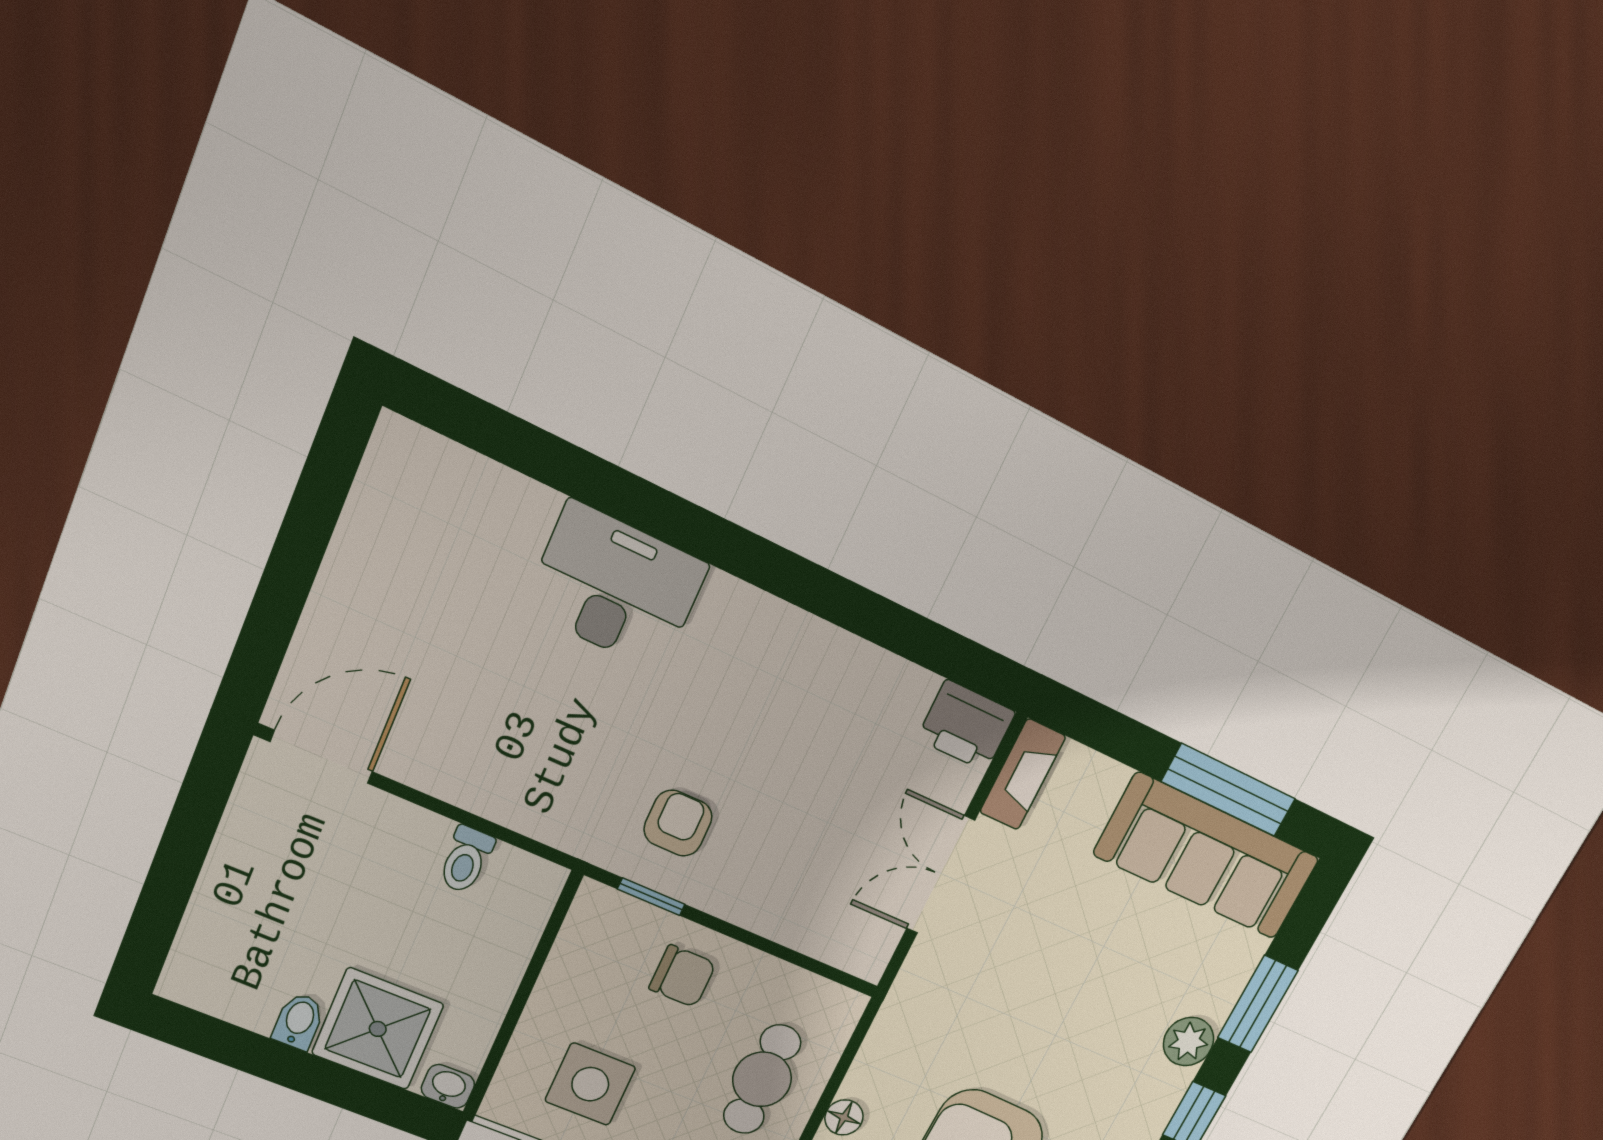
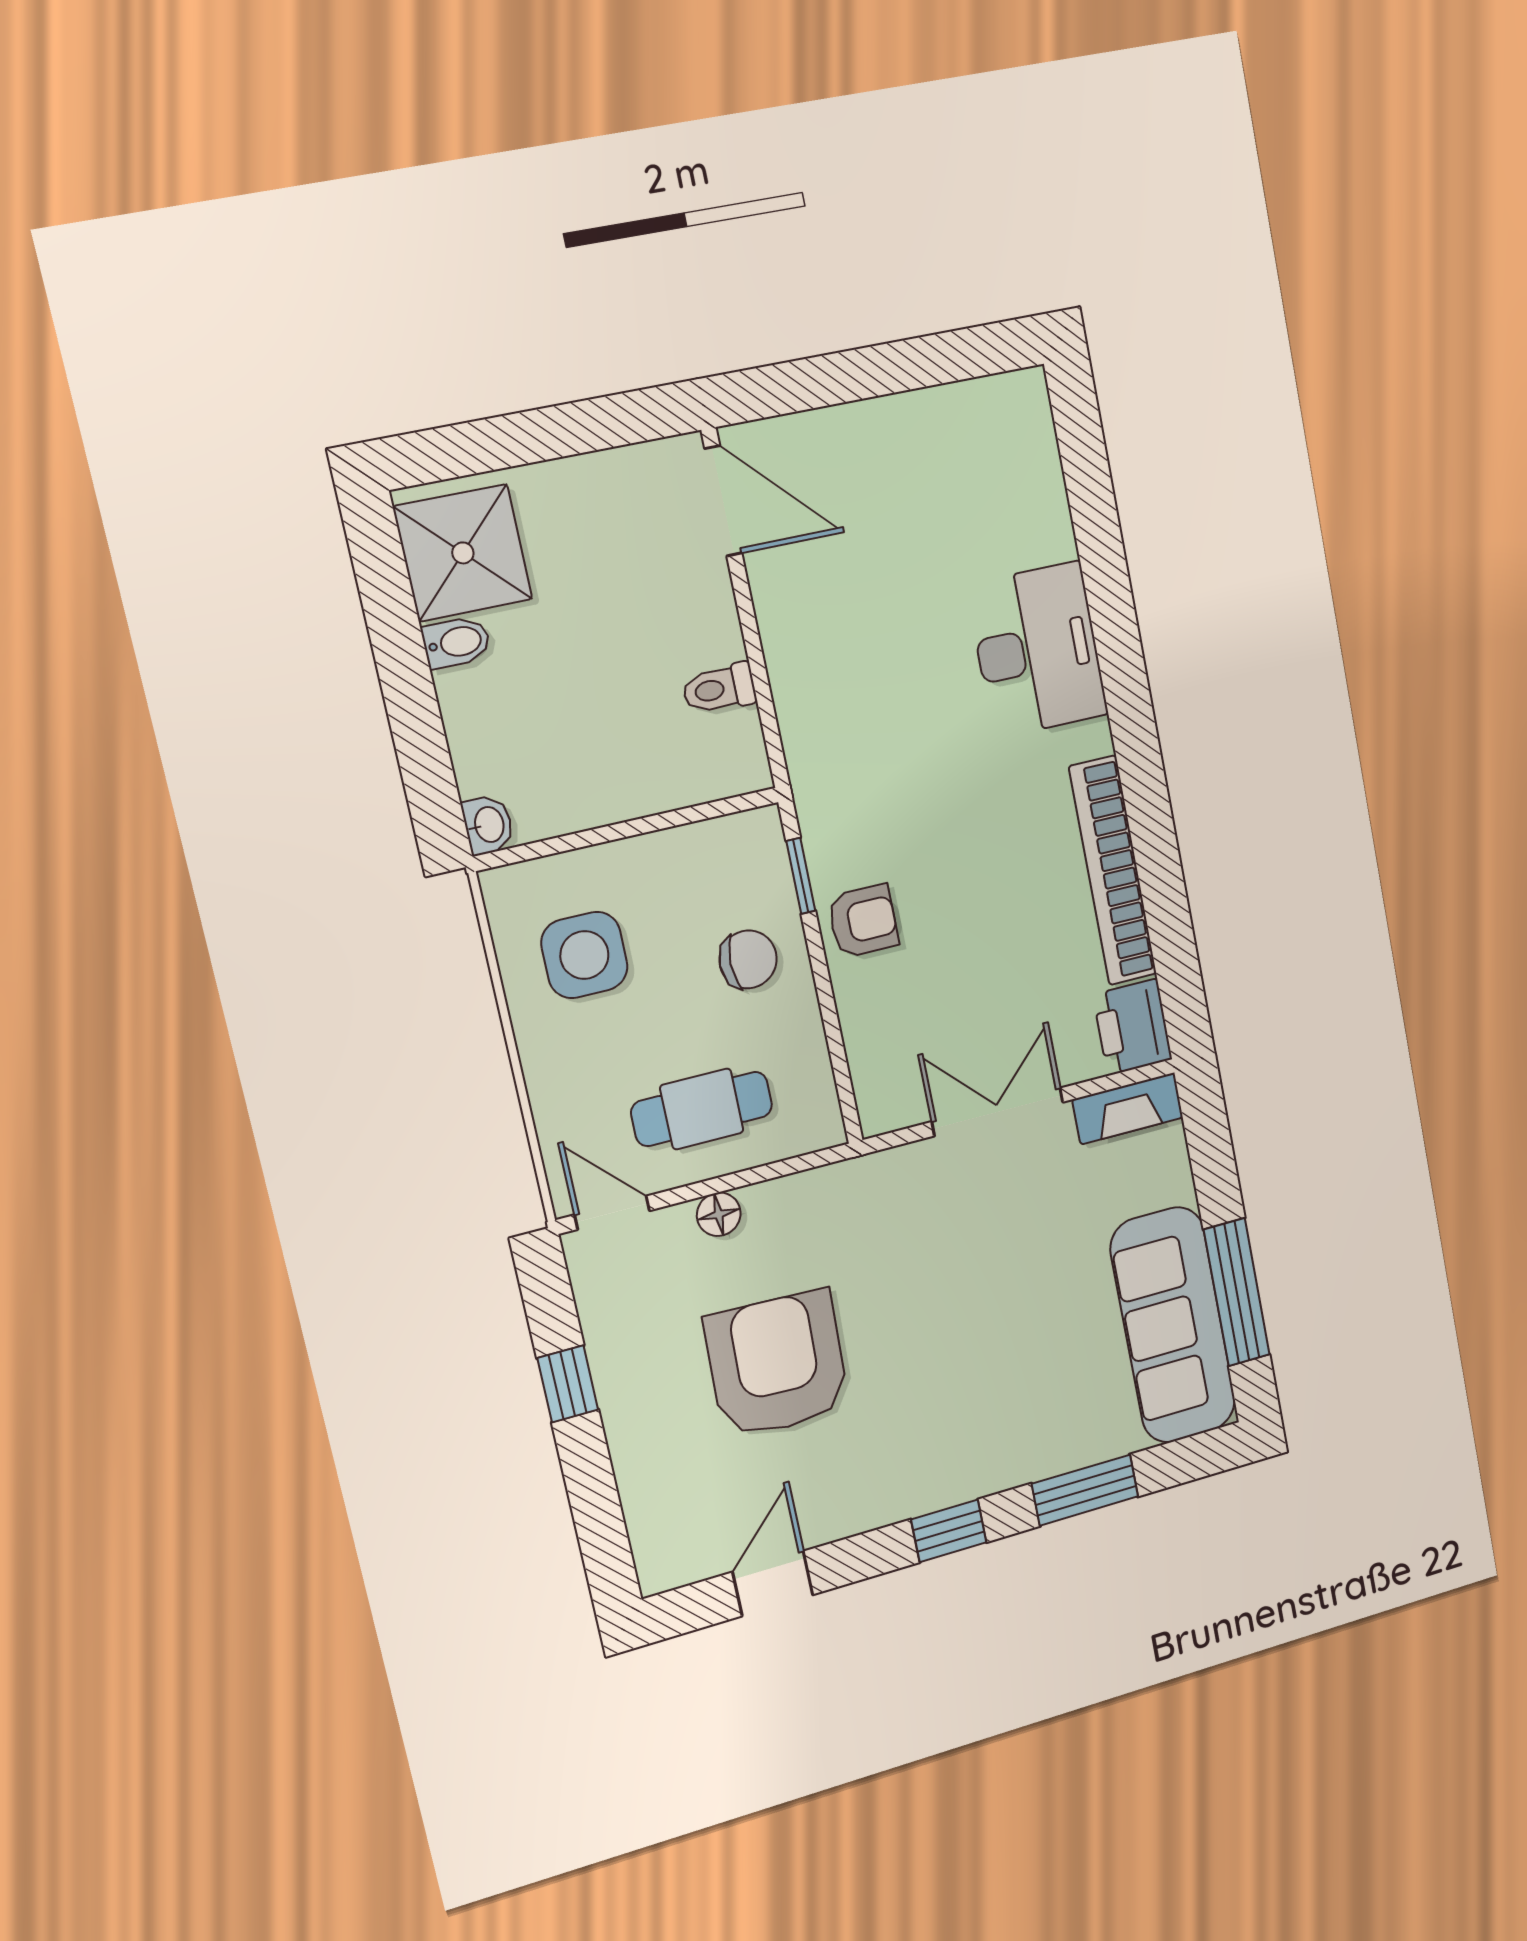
bookcase: (836, 653) -> (1113, 871), added
armchair: (678, 823) -> (863, 921), moved
chair: (682, 976) -> (748, 959), turned -90
shower: (378, 1029) -> (463, 553), moved
plant: (1189, 1042) -> (1010, 1461), removed

